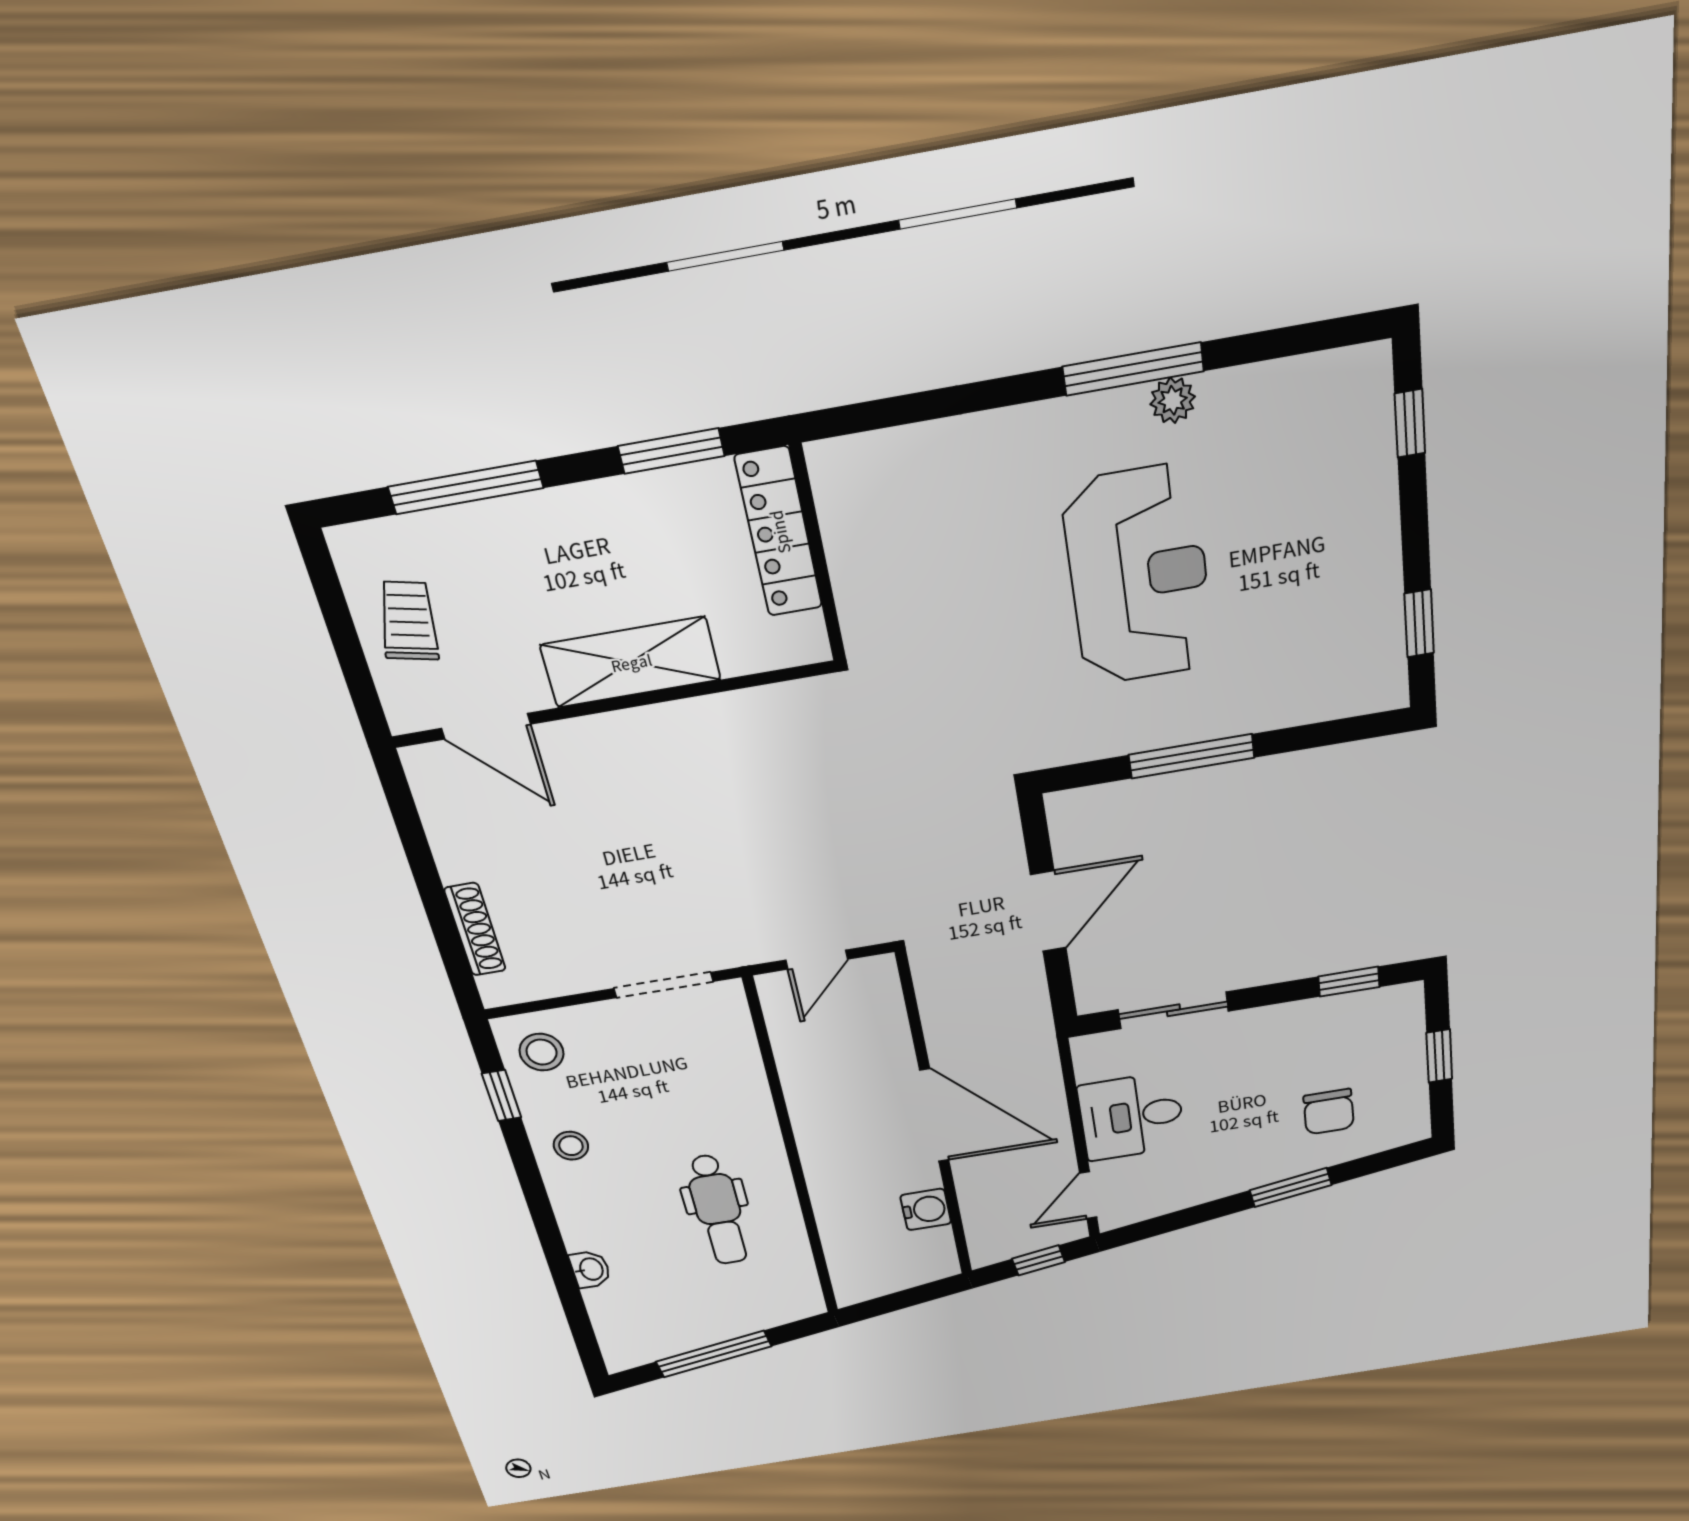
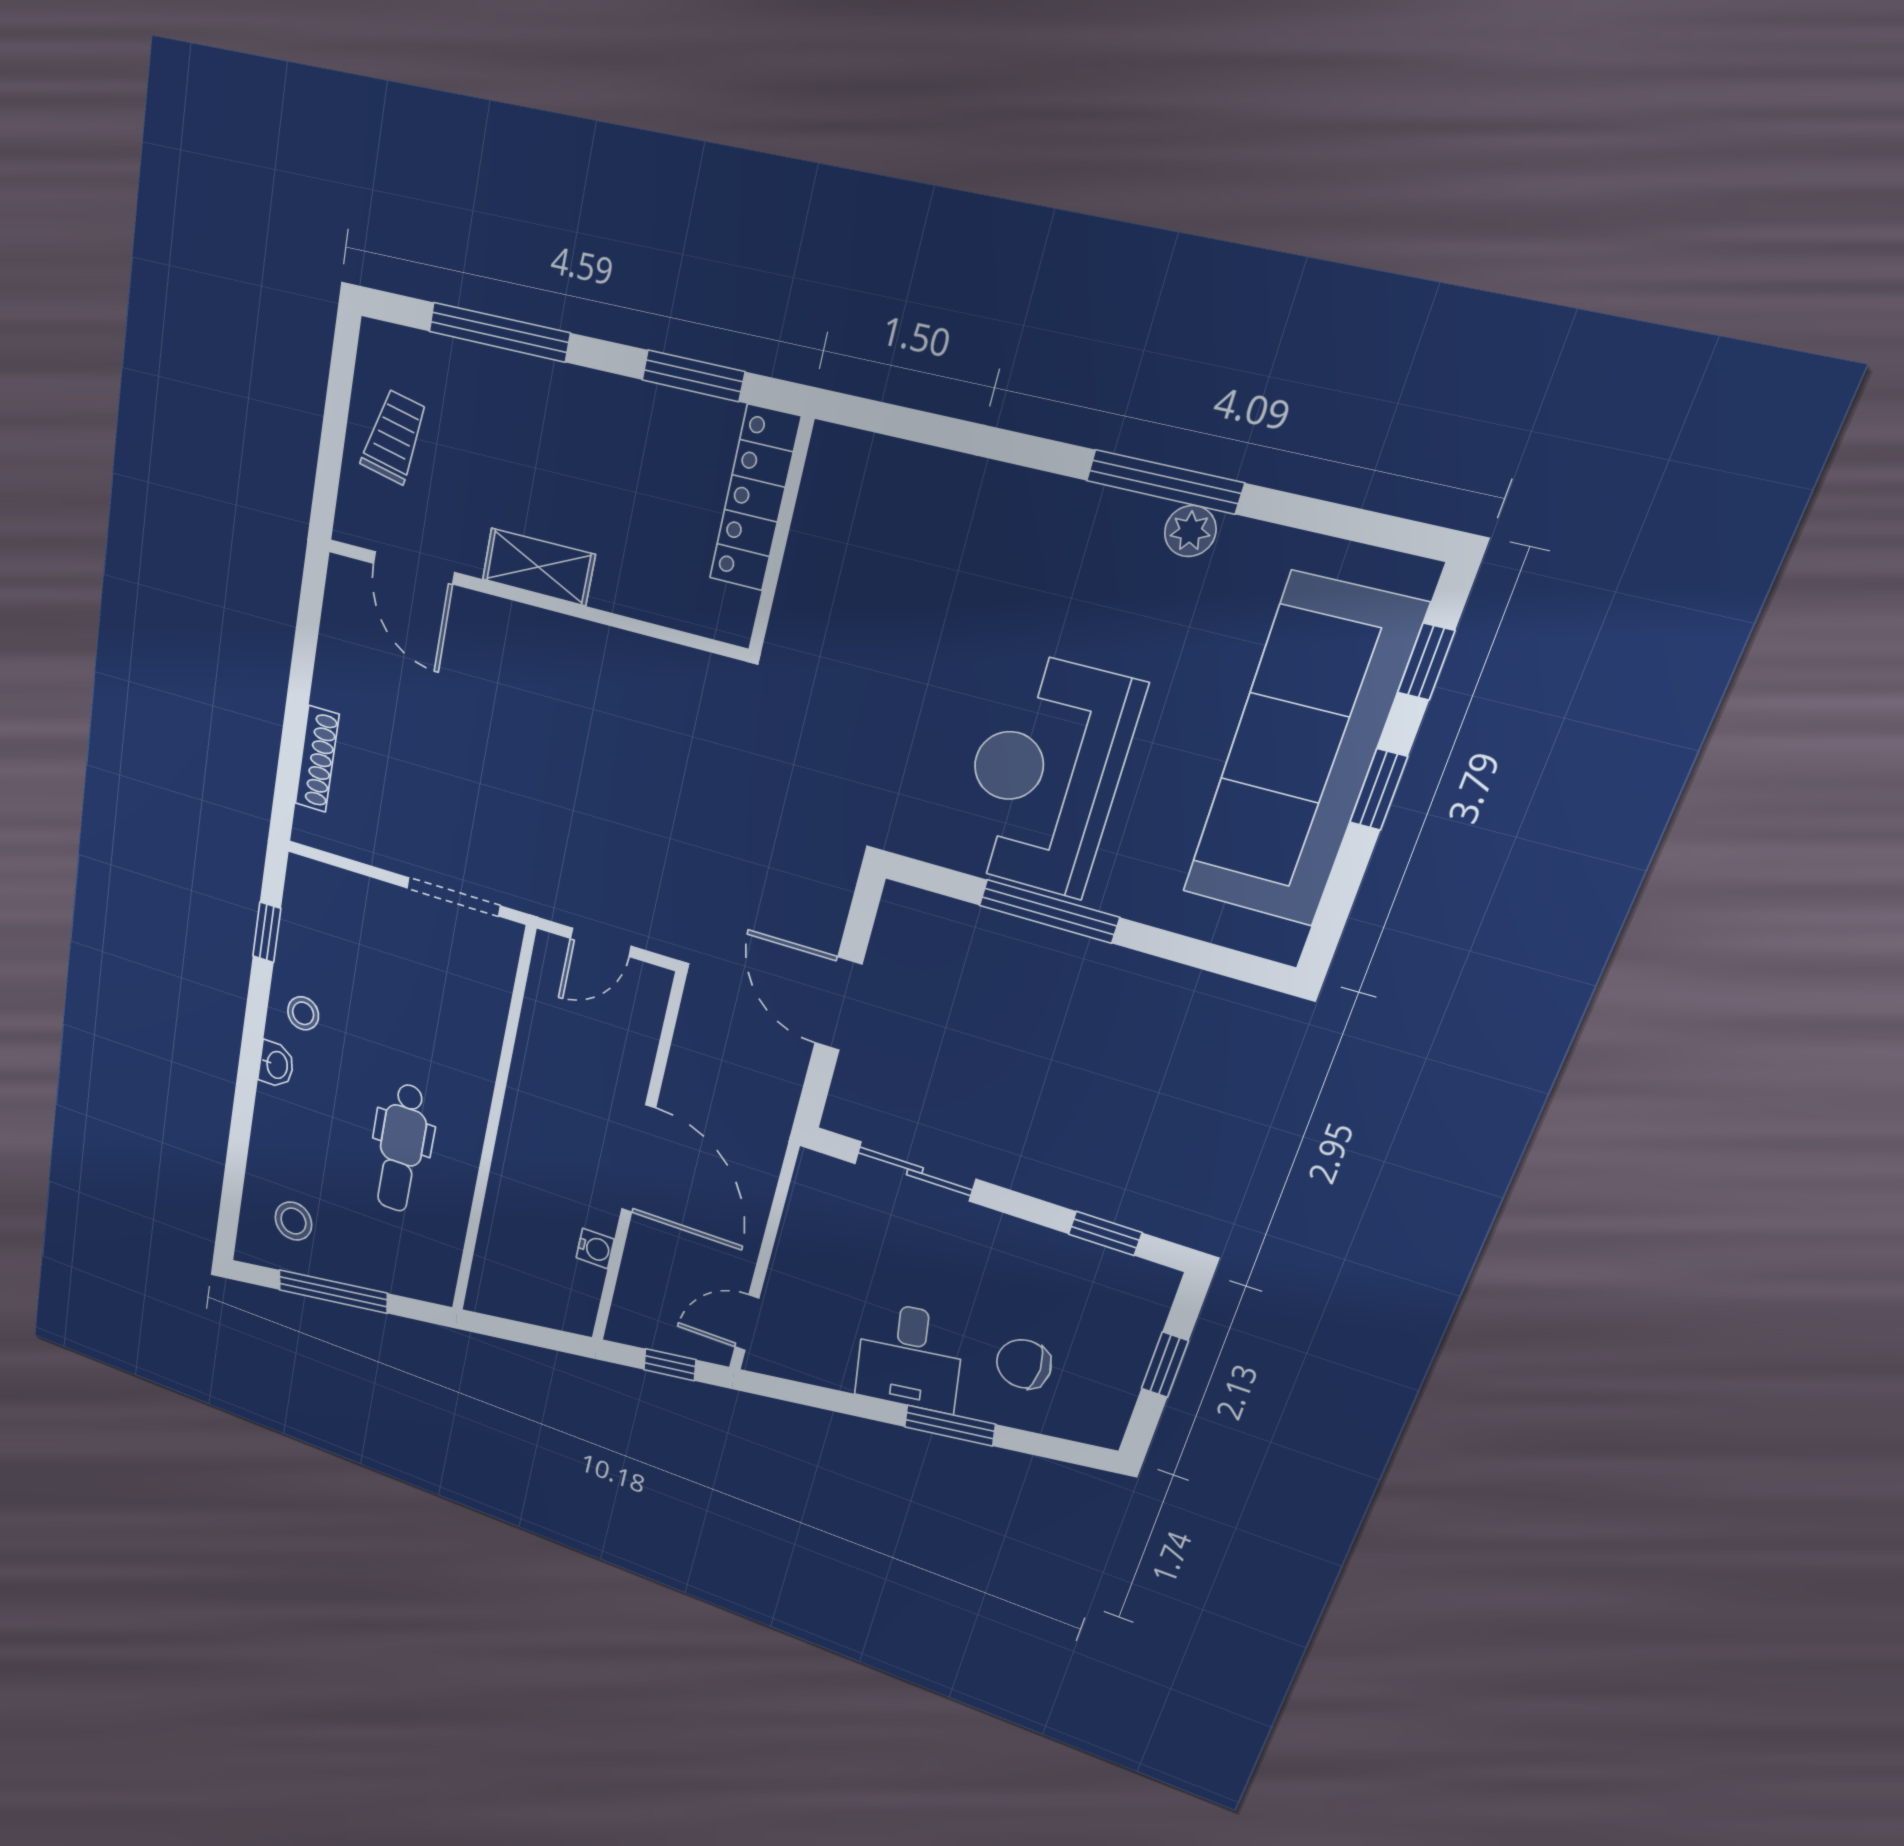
sofa: (1342, 538) -> (1302, 752), added
reception desk: (1139, 576) -> (1045, 775), moved, turned 180
window: (1419, 623) -> (1379, 790), moved
shelving: (631, 662) -> (538, 567), width x0.67, depth x0.75
door: (1048, 911) -> (838, 1004), swing flipped
stool: (542, 1052) -> (293, 1221), moved
chair: (1329, 1112) -> (1024, 1364), turned 90
desk: (1131, 1116) -> (909, 1357), moved, turned -99
water cooler: (926, 1209) -> (595, 1248), width x0.72, depth x0.72
washbasin: (590, 1269) -> (276, 1065), moved

